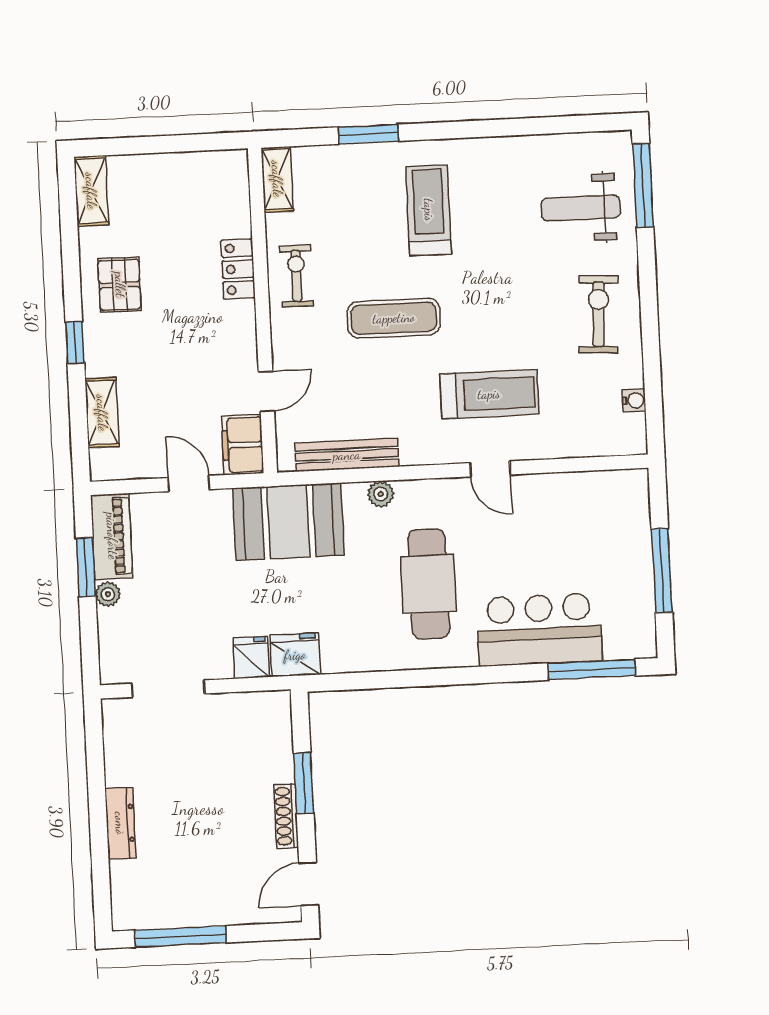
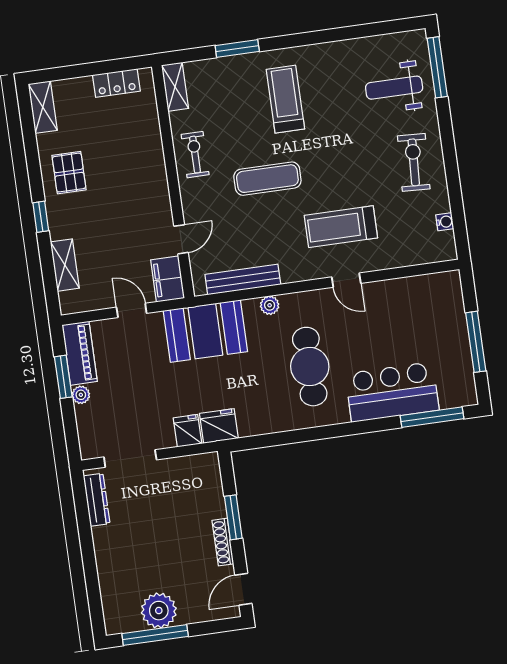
locker: (238, 269) -> (116, 83), moved, turned -90
treadmill: (489, 394) -> (341, 227), turned 180
dresser: (120, 823) -> (97, 500), moved
plant: (189, 903) -> (159, 611), added

